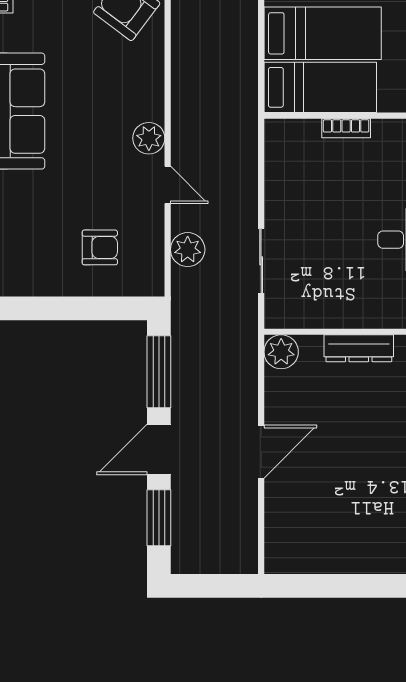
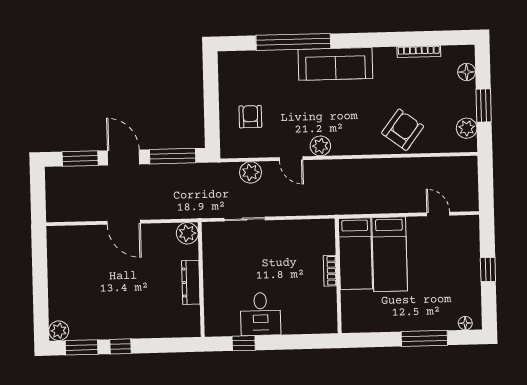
door: (168, 185) -> (291, 159), hinge flipped
armchair: (100, 247) -> (250, 117), turned 180

